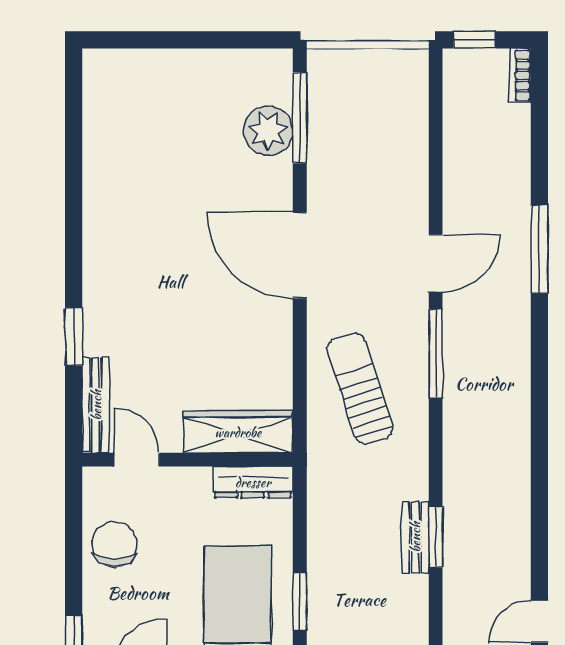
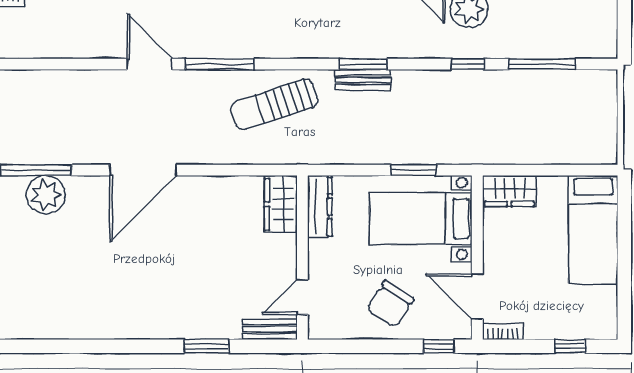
sun lounger: (360, 389) -> (274, 104), moved
bench: (96, 405) -> (270, 329), width x0.73
wardrobe: (238, 432) -> (281, 204), width x0.67
chair: (114, 544) -> (390, 304), moved, turned -57

